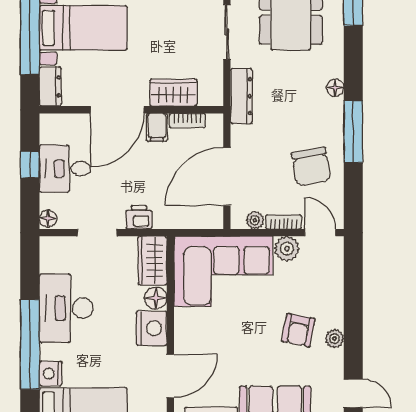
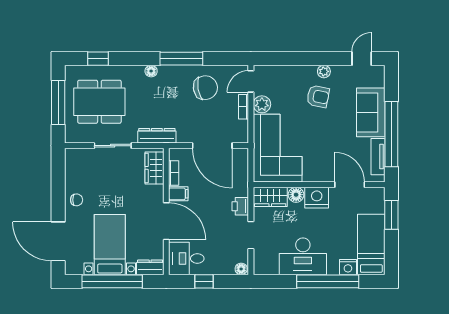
wardrobe: (173, 93) -> (154, 168), moved
desk: (65, 169) -> (186, 259), moved, turned 90
plant: (255, 220) -> (242, 126), removed

